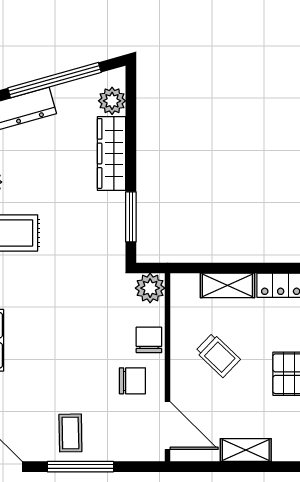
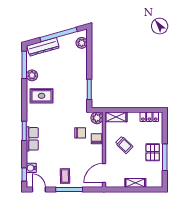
wardrobe: (112, 153) -> (81, 64), removed
shelving: (227, 285) -> (116, 117), moved
chair: (132, 381) -> (80, 133), moved
door: (168, 425) -> (104, 173), swing flipped

